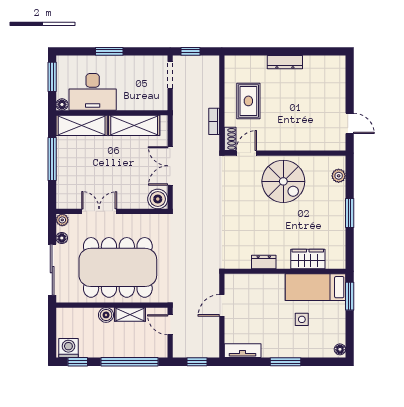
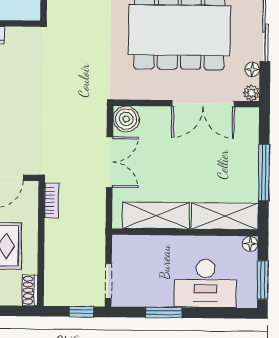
window: (109, 51) -> (164, 312), moved
desk: (93, 92) -> (205, 283), moved, turned 180
bookcase: (214, 121) -> (52, 201), moved
shoe rack: (230, 139) -> (30, 290), moved
double door: (99, 211) -> (203, 104), width x1.37

